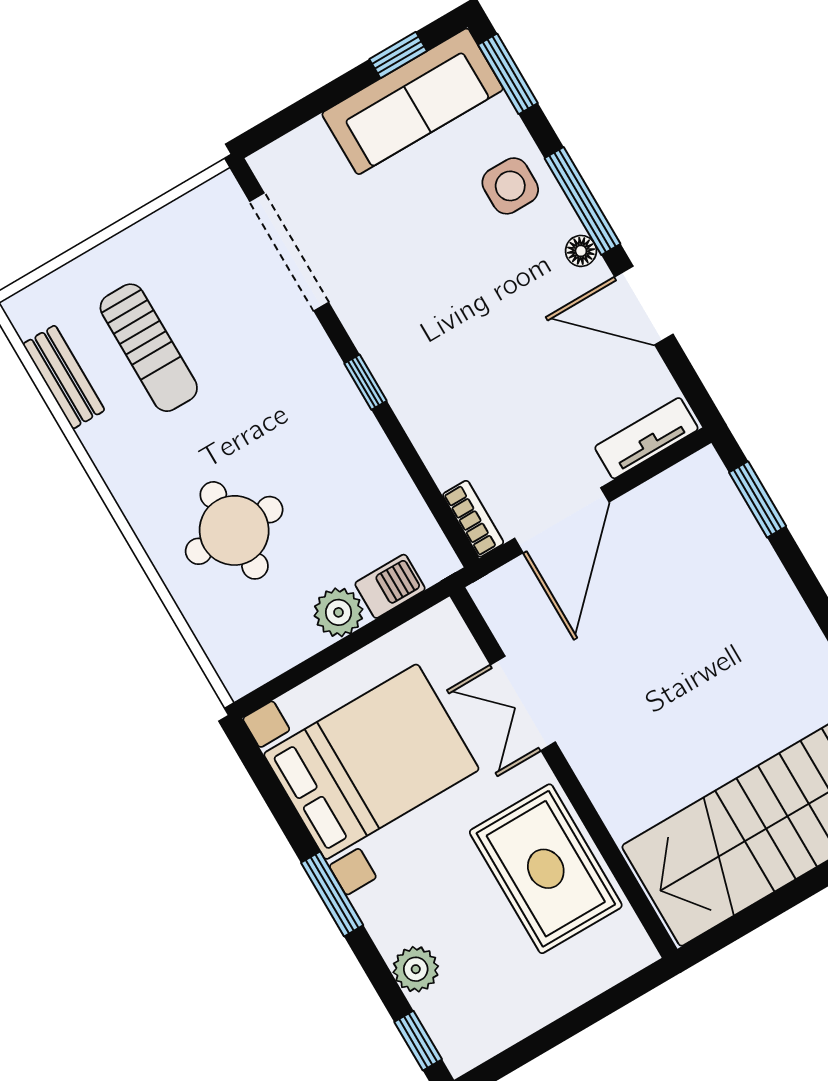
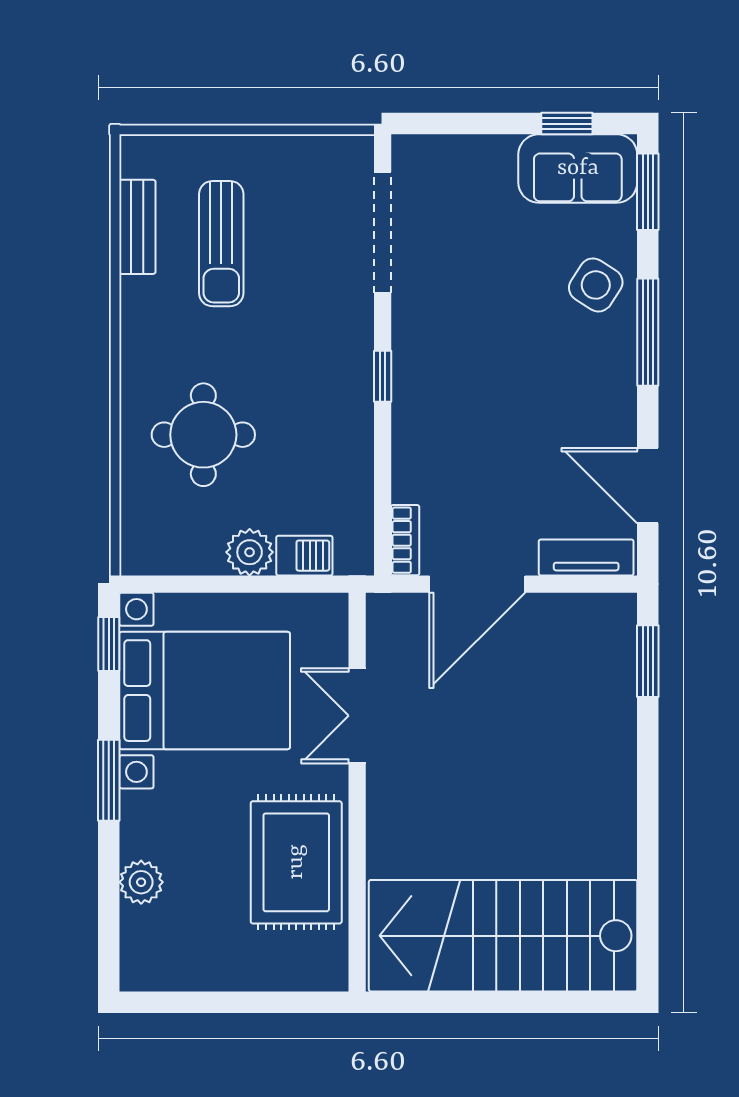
sofa: (413, 101) -> (578, 168), width x0.73
side table: (510, 186) -> (596, 285), turned 33
floor lamp: (581, 251) -> (623, 372), removed
door: (644, 306) -> (648, 486), moved
window: (418, 1041) -> (109, 644), moved

